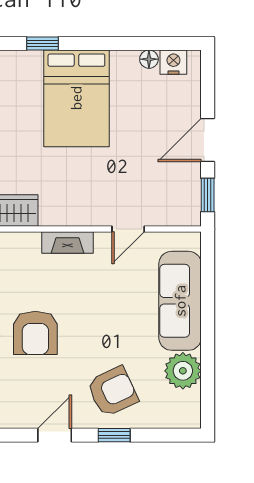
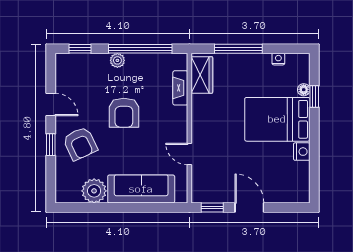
floor lamp: (149, 59) -> (304, 90), moved
nightstand: (173, 62) -> (302, 152), moved
fireplace: (67, 243) -> (180, 88), moved
armchair: (35, 333) -> (124, 113), moved, turned -90

